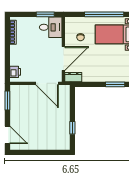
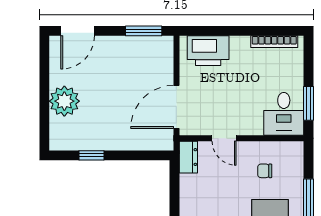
door: (63, 58) -> (224, 138), width x0.53
printer: (15, 72) -> (208, 51), width x1.87, depth x1.48
plant: (44, 142) -> (64, 101), added

